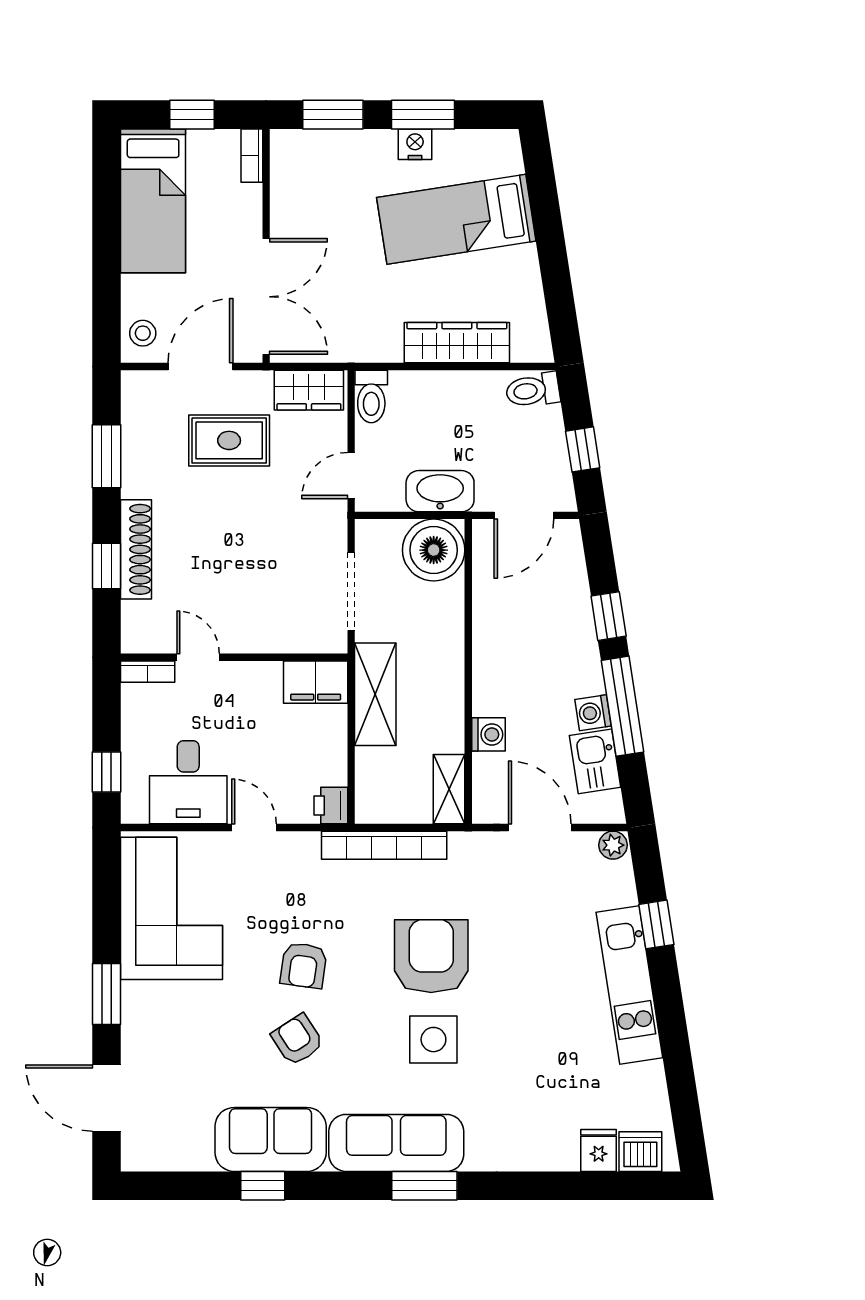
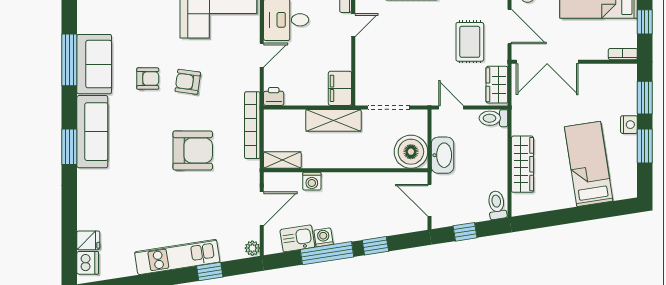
nightstand: (415, 144) -> (629, 125), moved
armchair: (298, 1040) -> (148, 79), turned 33
side table: (433, 1040) -> (148, 152), removed
window: (263, 1186) -> (69, 60), width x2.17

